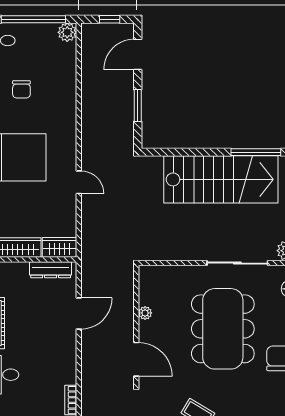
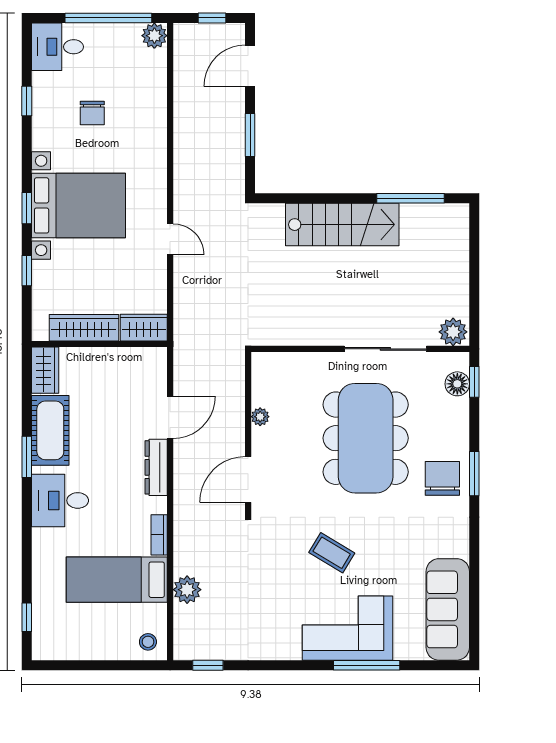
stairs: (221, 179) -> (342, 225), width x0.73, depth x0.66
dresser: (51, 270) -> (156, 467), moved, turned 90
door: (136, 359) -> (248, 480), swing flipped

